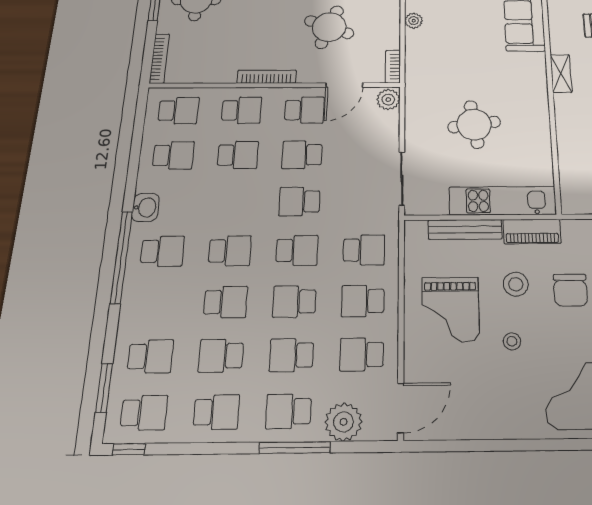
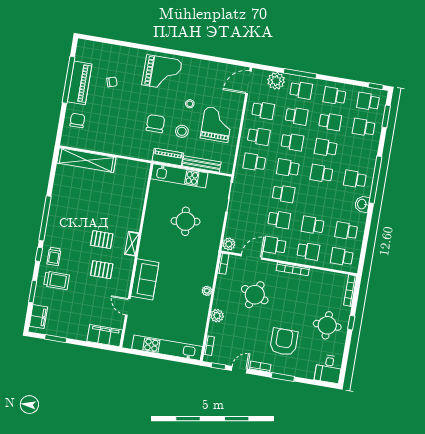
school desk: (242, 110) -> (308, 251), turned 180

